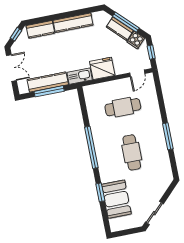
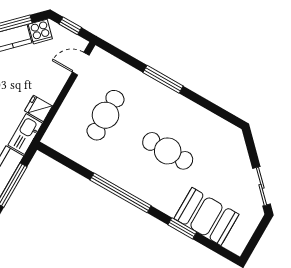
fridge: (102, 68) -> (38, 108), width x0.53, depth x0.75
door: (137, 73) -> (81, 64), swing flipped
window: (168, 136) -> (163, 79), moved

